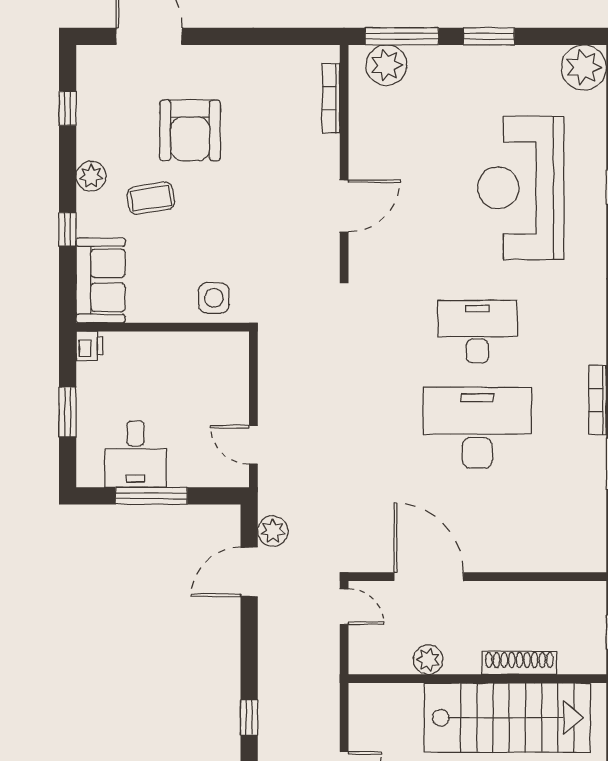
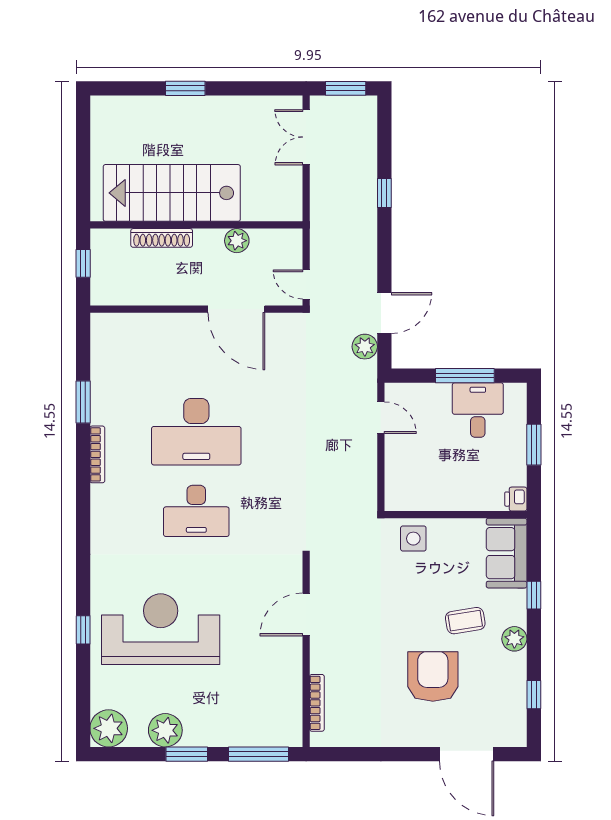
plant: (386, 65) -> (165, 730), moved
reception desk: (521, 188) -> (161, 629), turned -90

